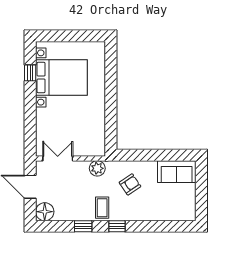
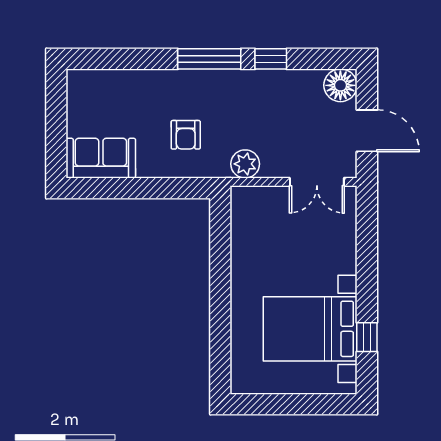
armchair: (130, 184) -> (186, 135), turned -56
coffee table: (102, 208) -> (236, 93), removed
window: (117, 226) -> (209, 59), width x2.17

